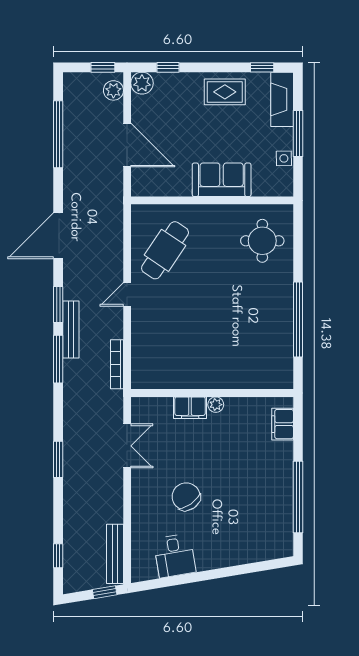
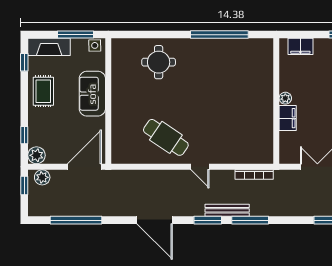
sofa: (222, 180) -> (92, 94), moved
wall: (212, 200) -> (108, 101), moved

